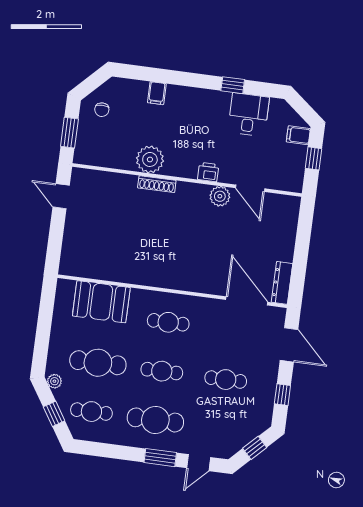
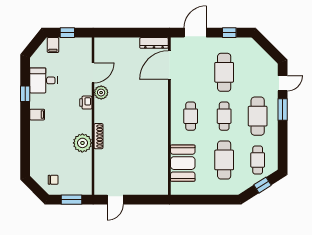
filing cabinet: (157, 93) -> (37, 115), moved
cafe table: (226, 380) -> (224, 72), width x1.37, depth x1.35
plant: (54, 381) -> (240, 188), removed
window: (255, 448) -> (268, 47), removed
door: (199, 463) -> (283, 83), hinge flipped

